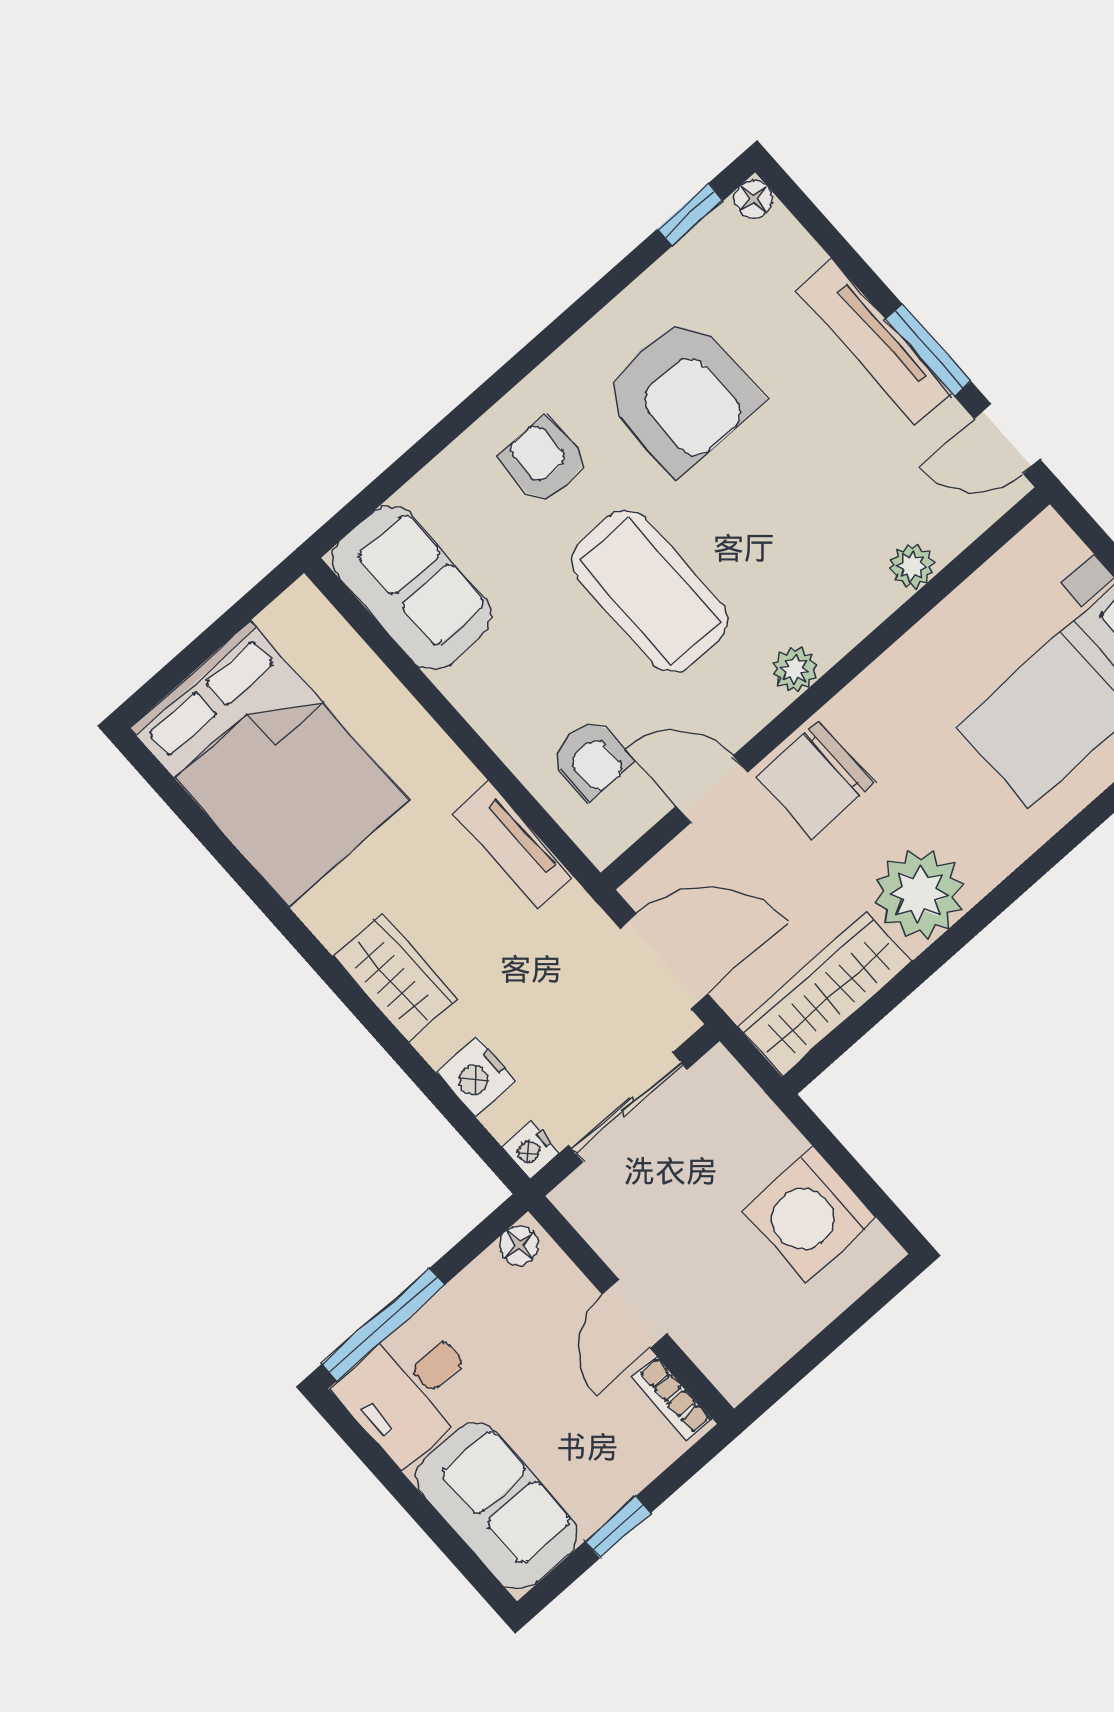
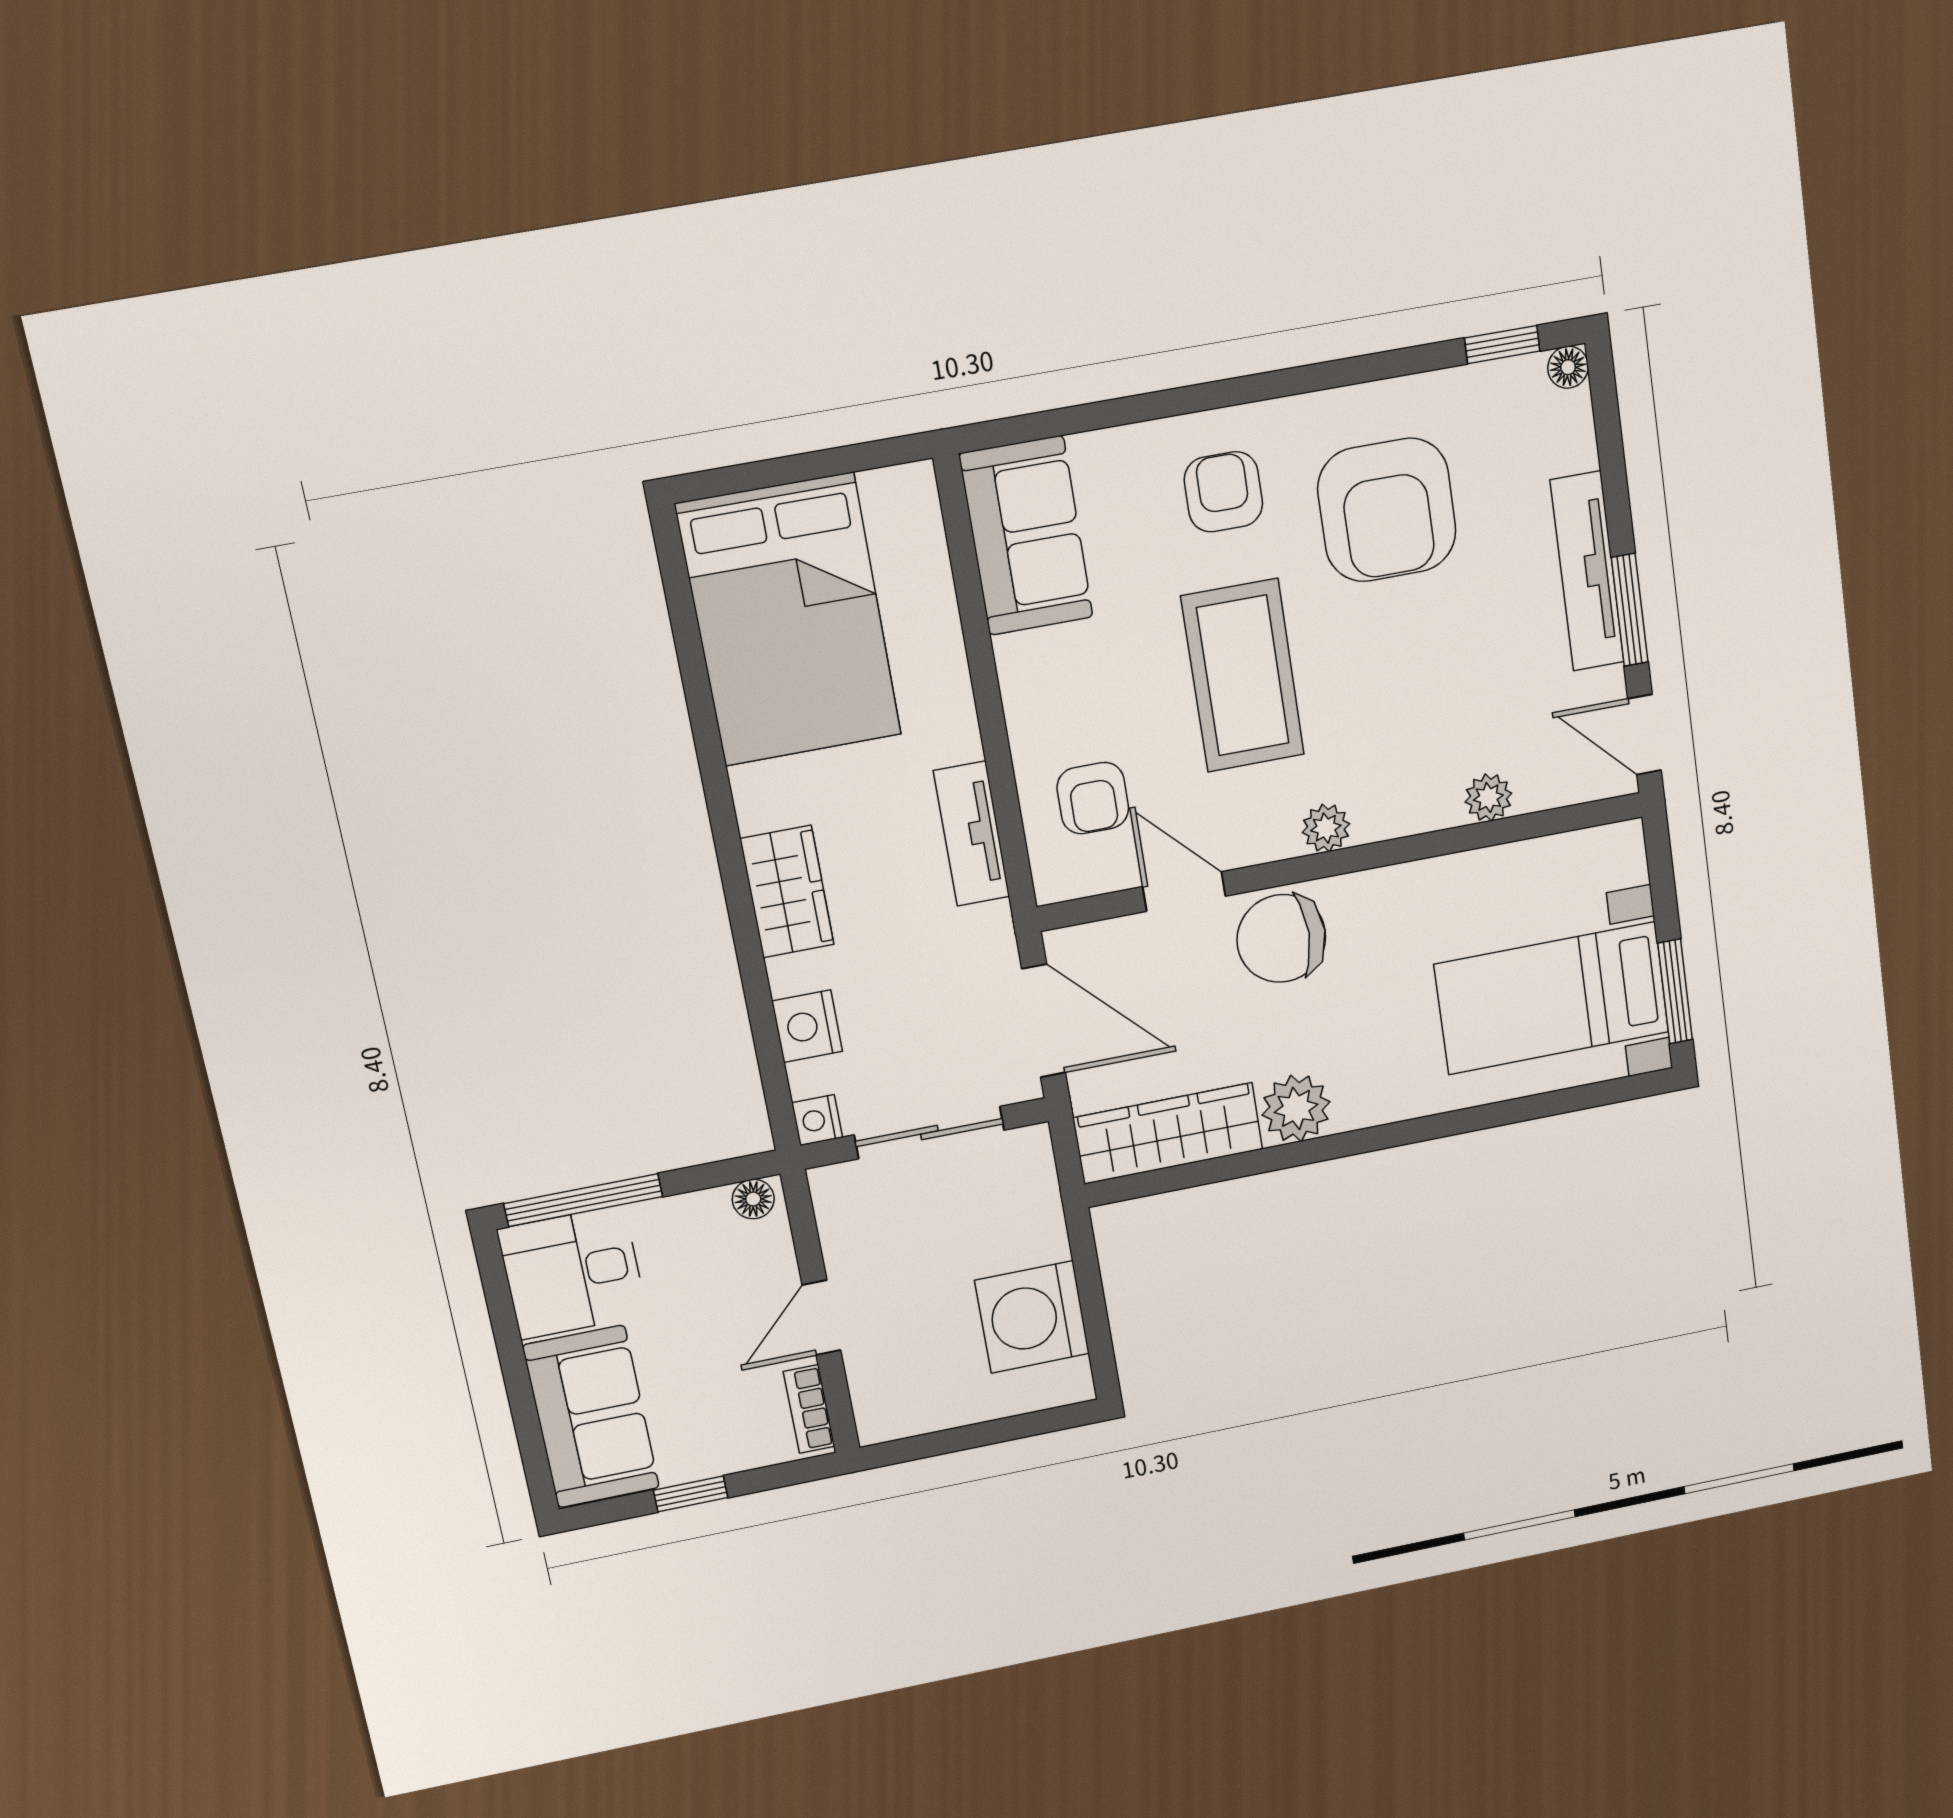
plant: (919, 894) -> (1296, 1108), width x0.73, depth x0.73

